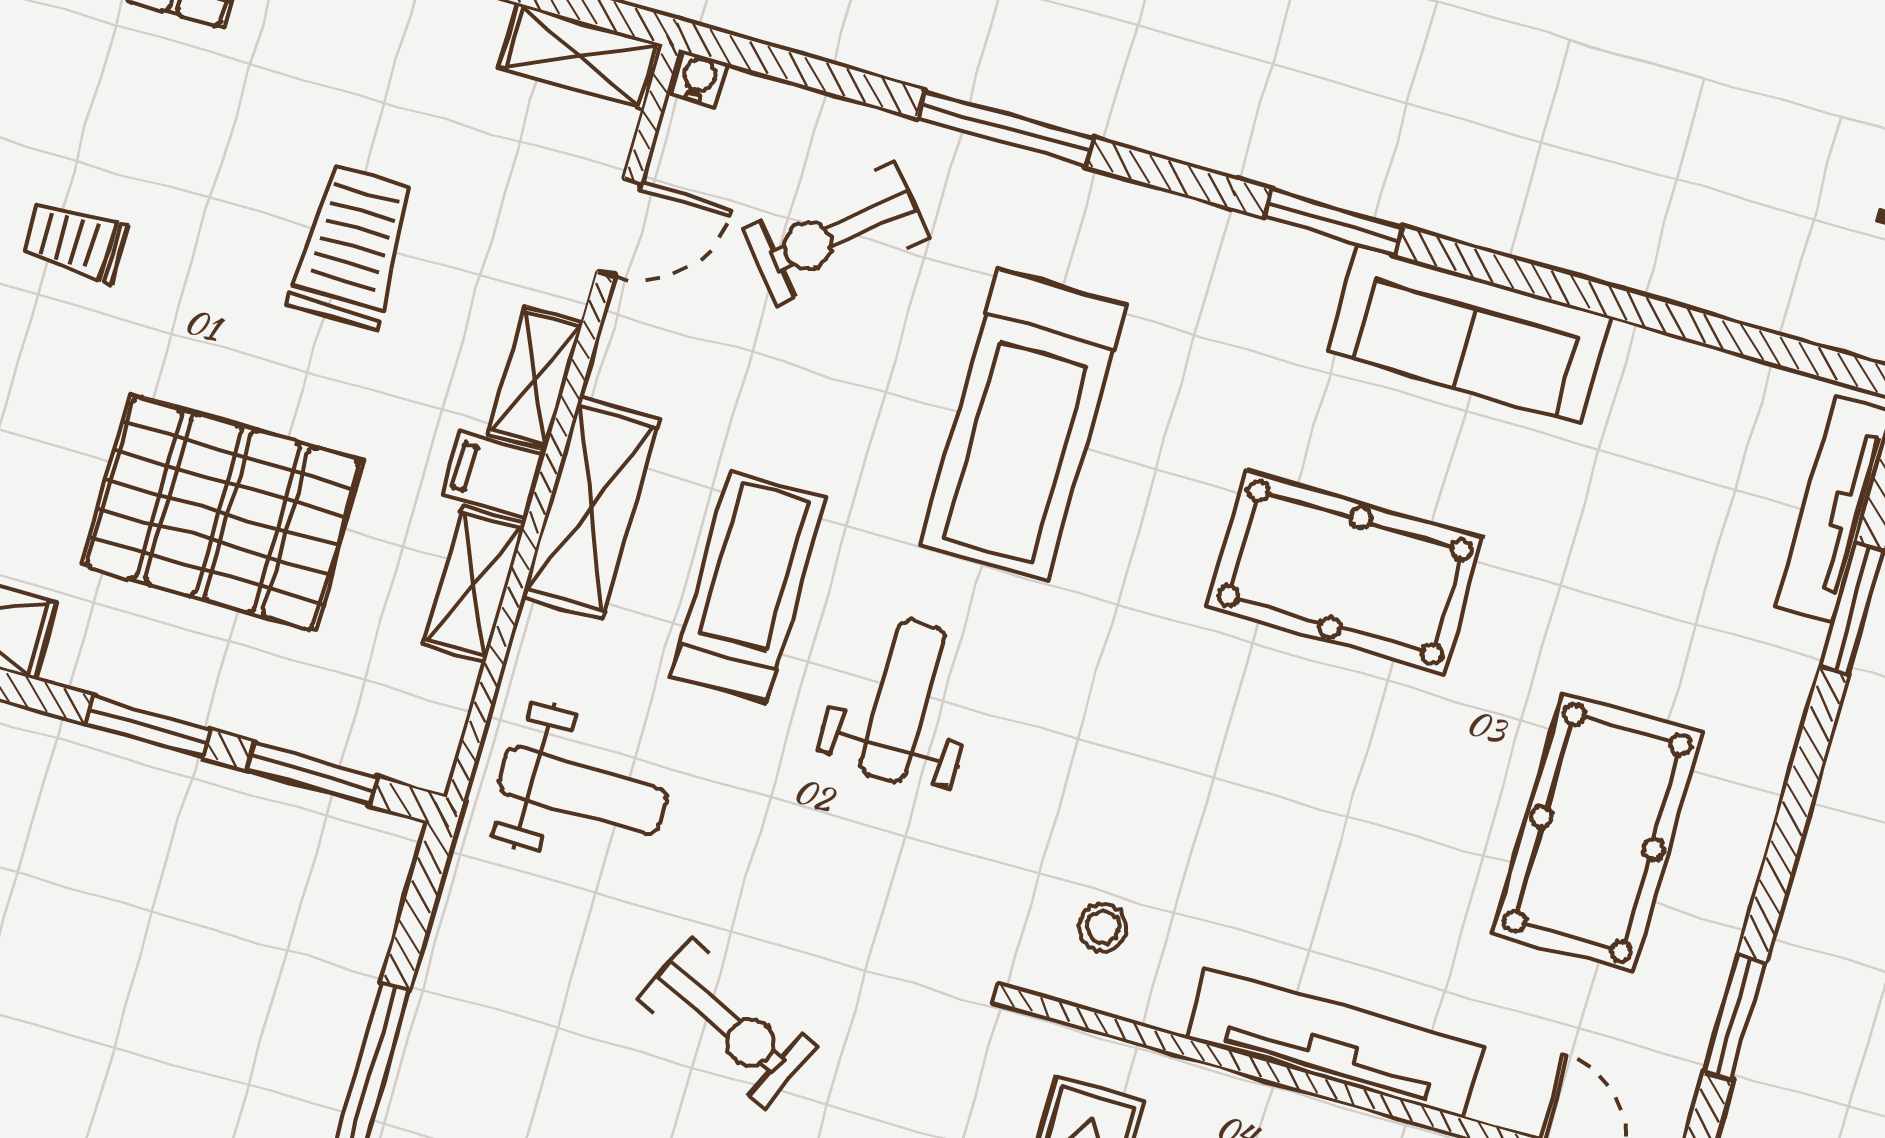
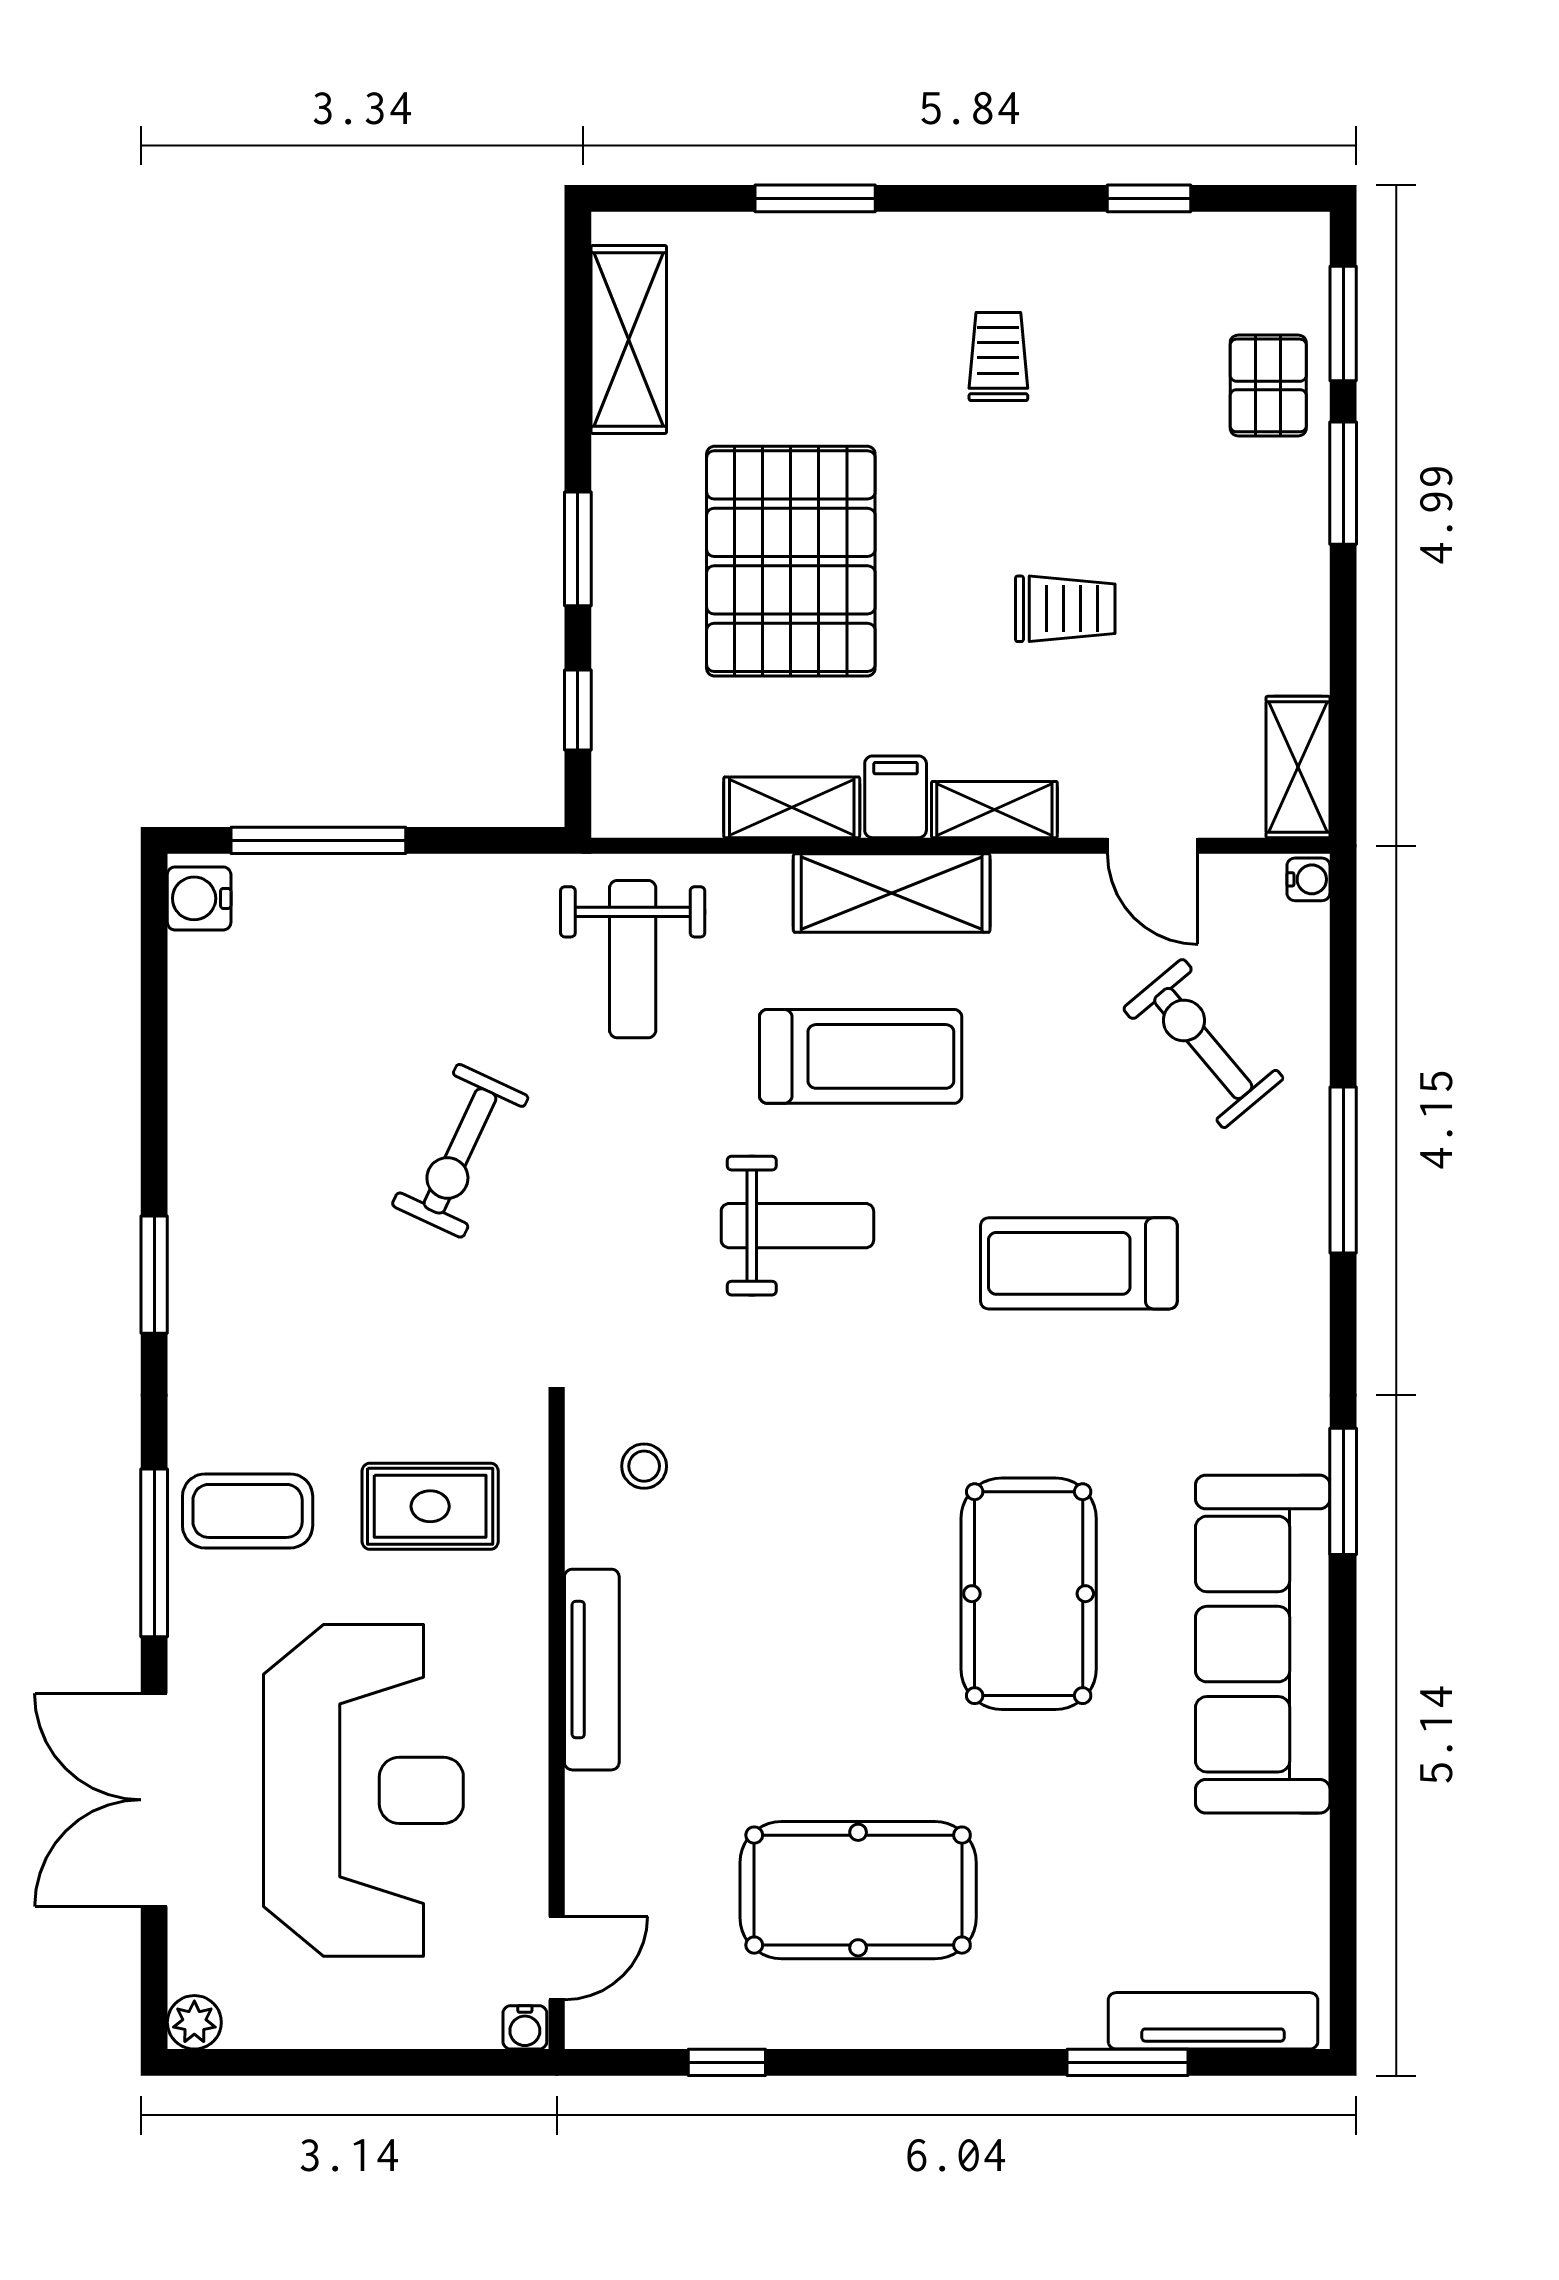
trolley: (352, 247) -> (1065, 609), width x0.73, depth x0.72
sofa: (1469, 334) -> (1263, 1644), width x1.36, depth x1.27
treadmill: (1023, 425) -> (1079, 1263), width x0.73, depth x0.73
window: (313, 774) -> (578, 710), width x0.67
window: (1735, 1017) -> (727, 2062), width x0.67
tv unit: (1334, 1043) -> (592, 1670), width x0.73, depth x0.78

